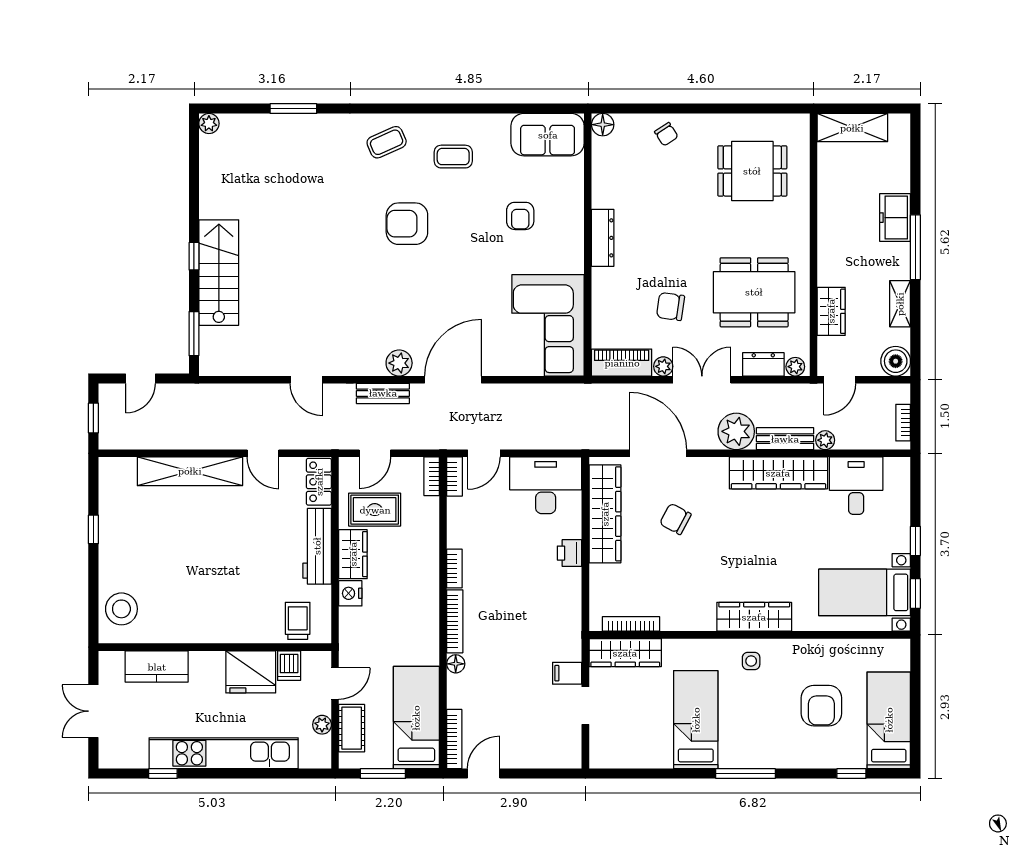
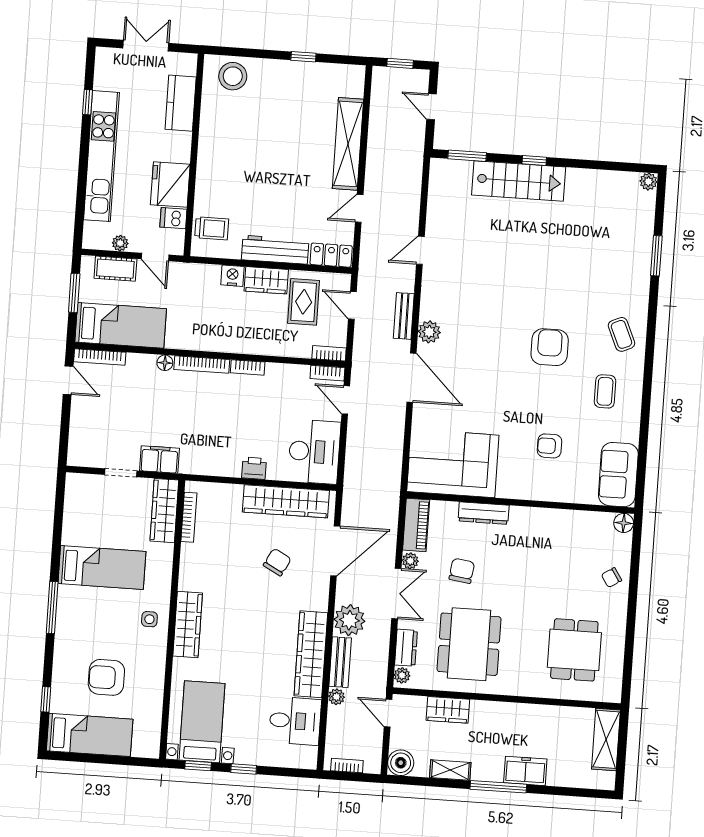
dresser: (603, 238) -> (484, 513), moved
filing cabinet: (567, 673) -> (159, 459), width x2.00

